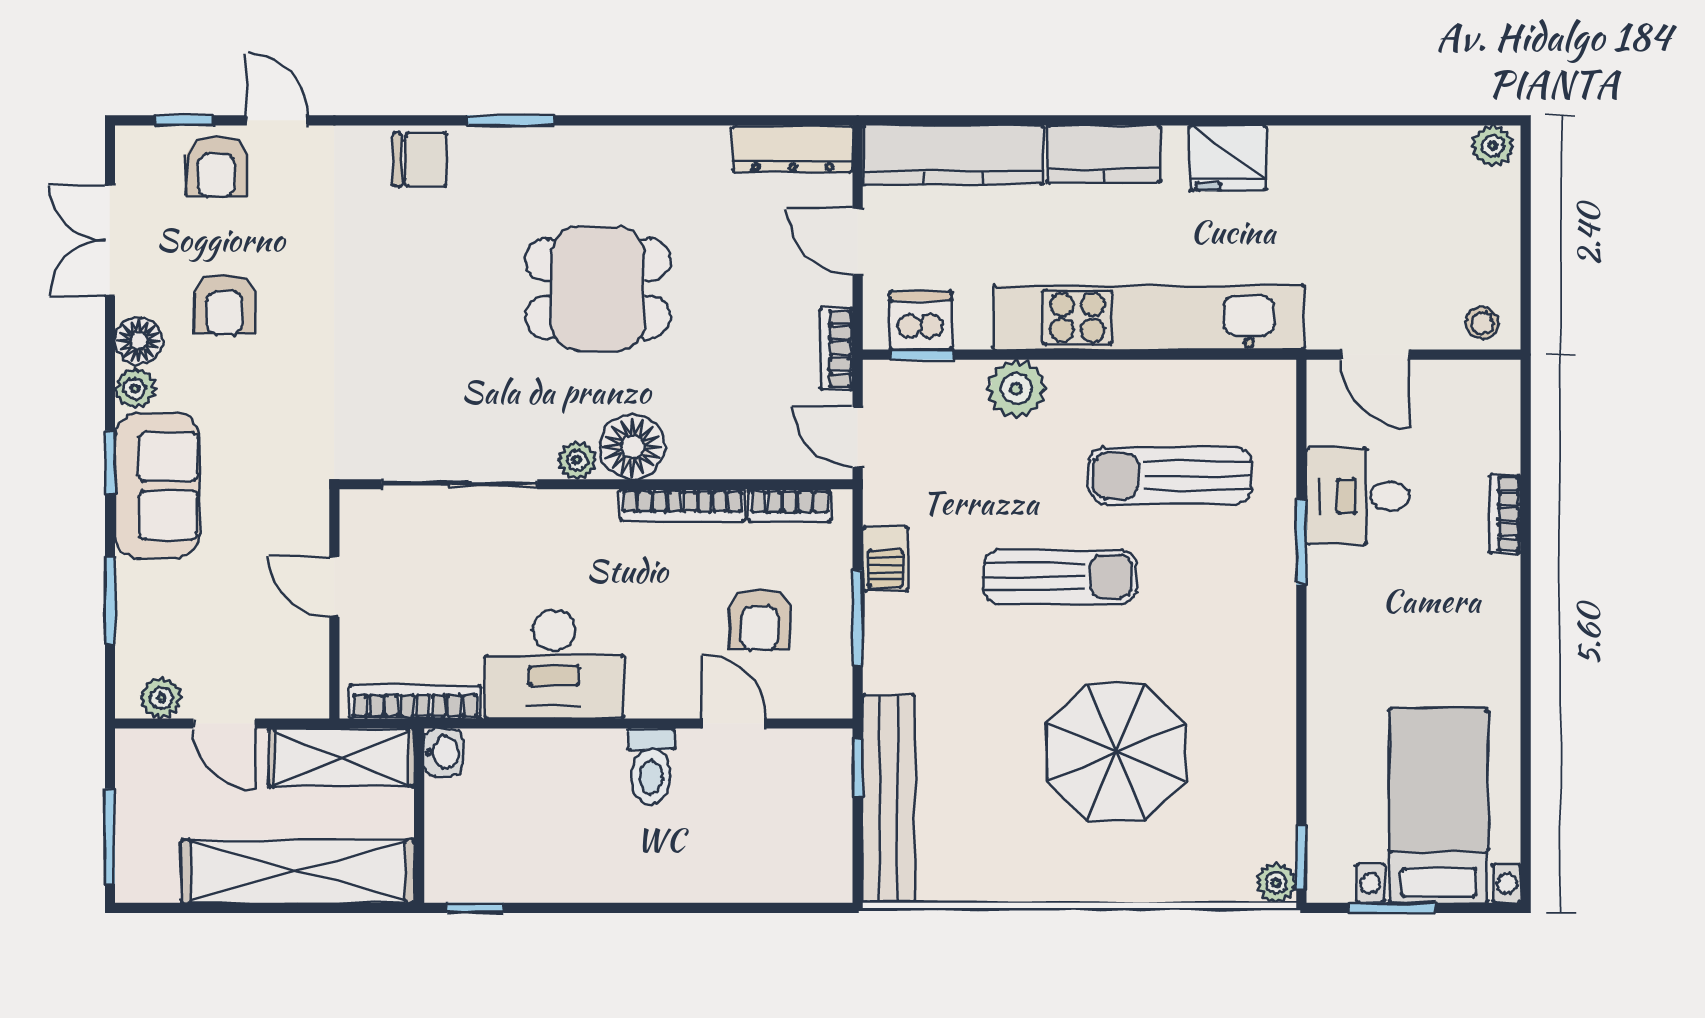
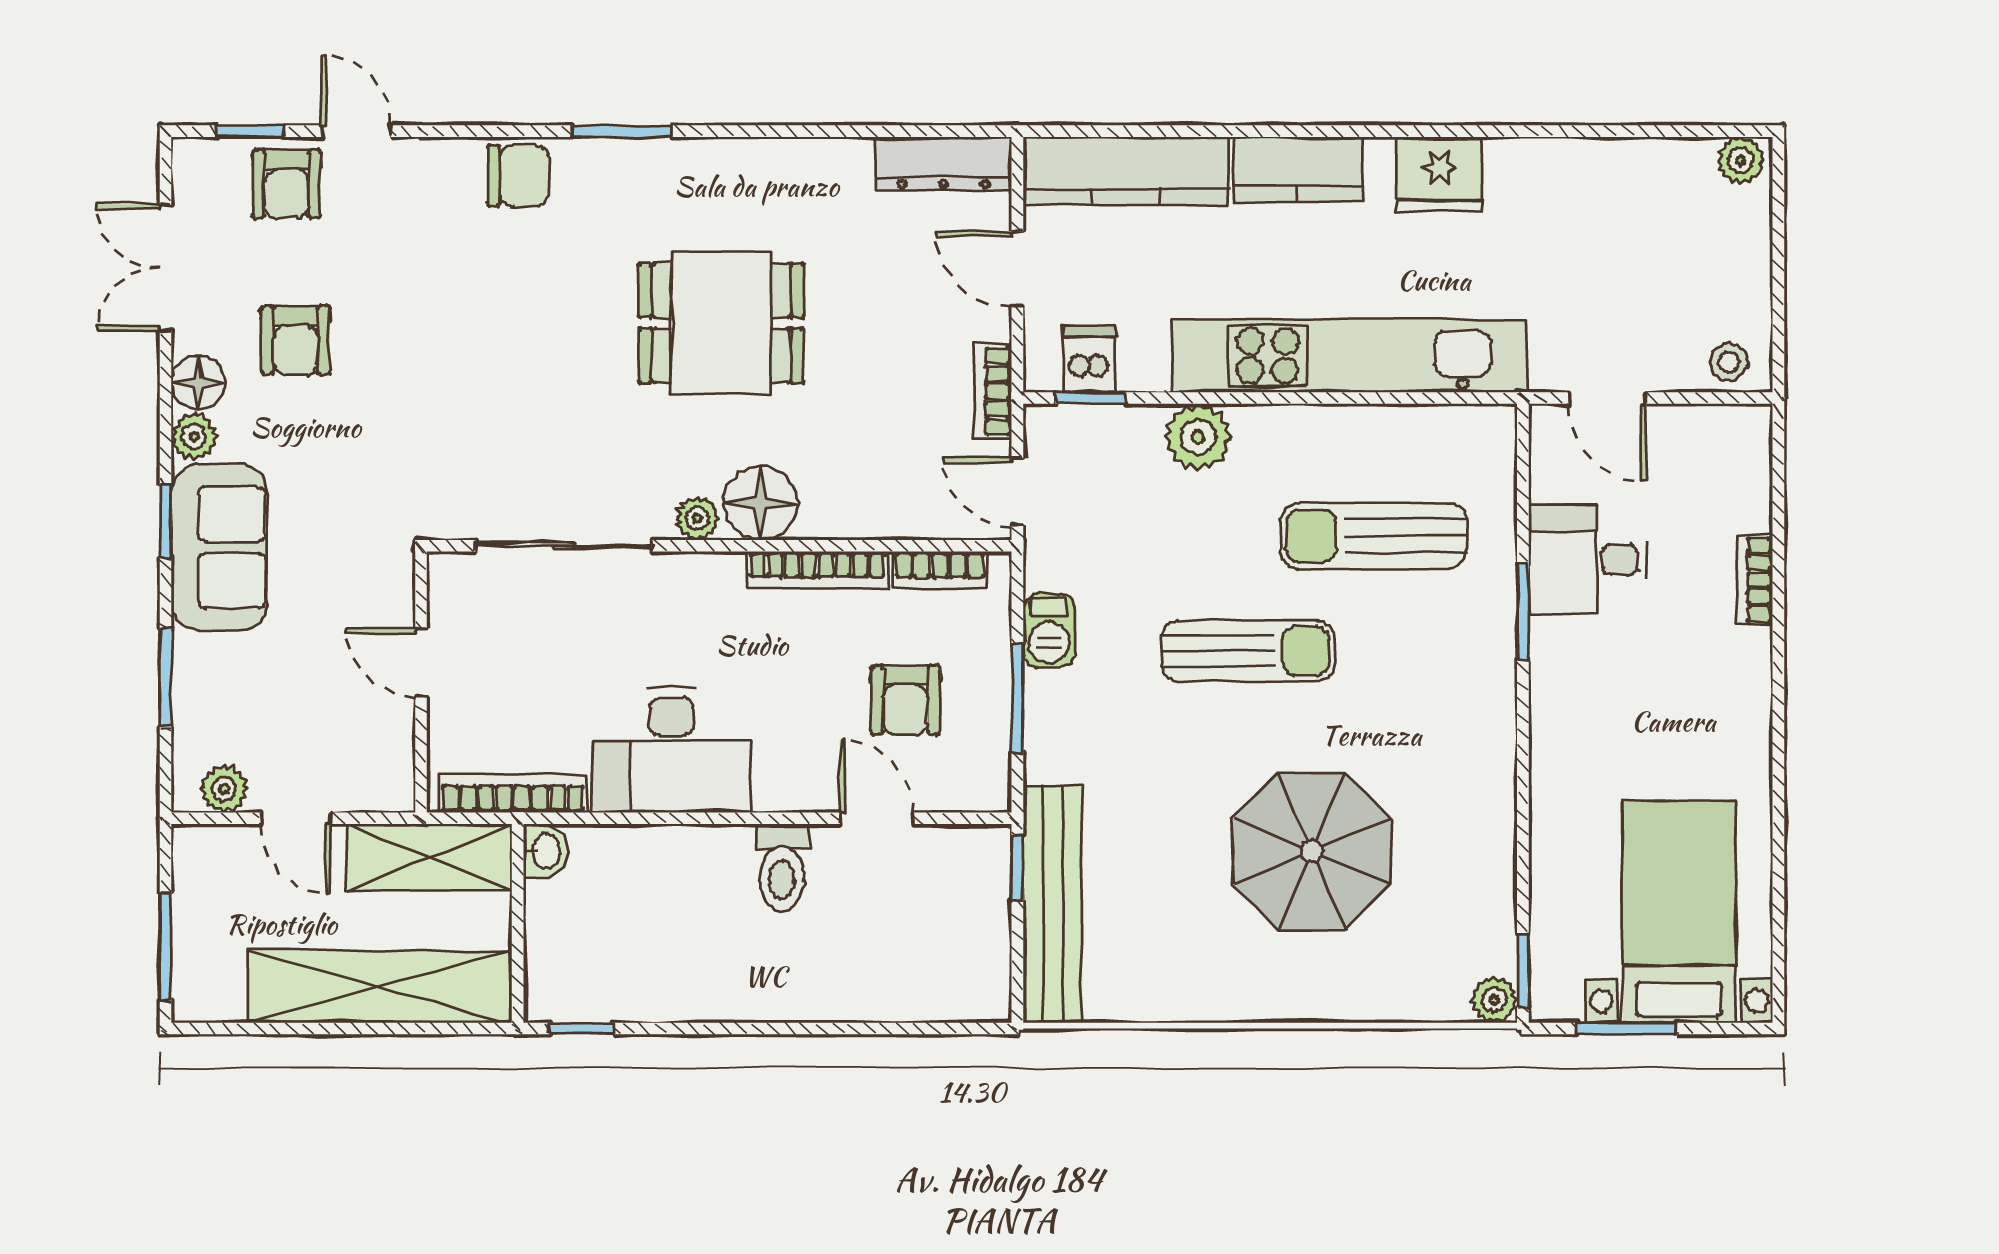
dishwasher: (921, 320) -> (1089, 359), width x0.73

